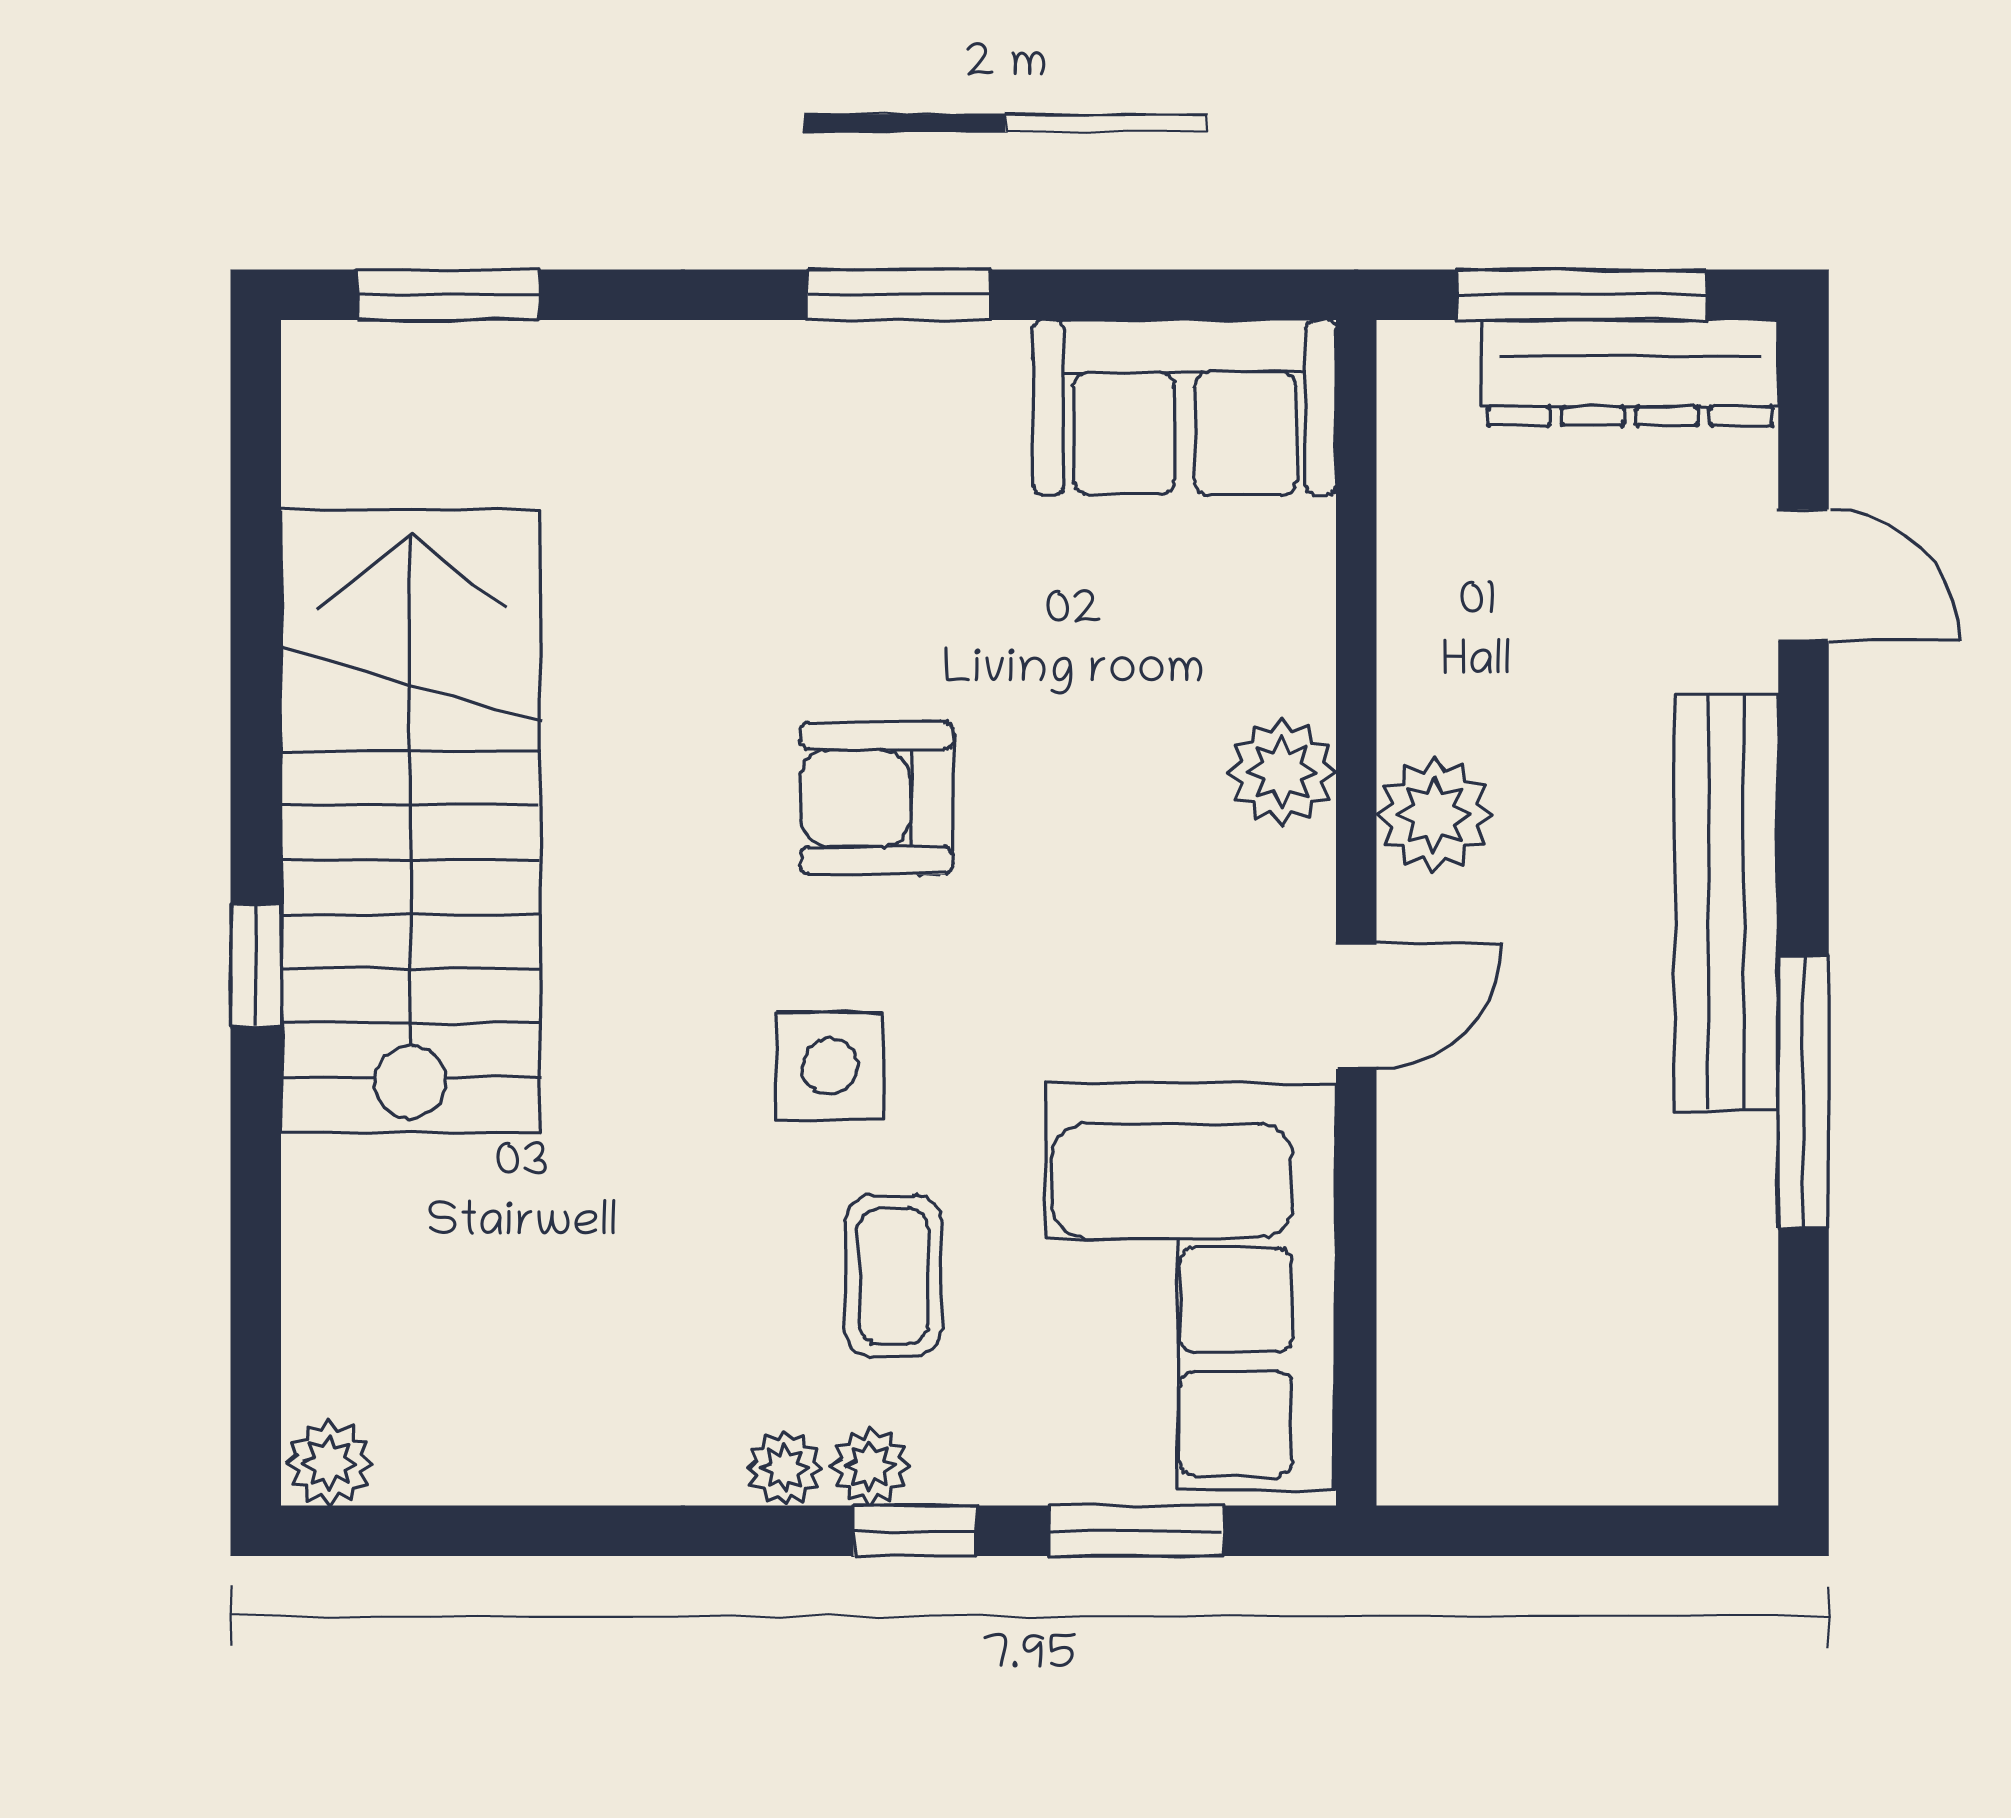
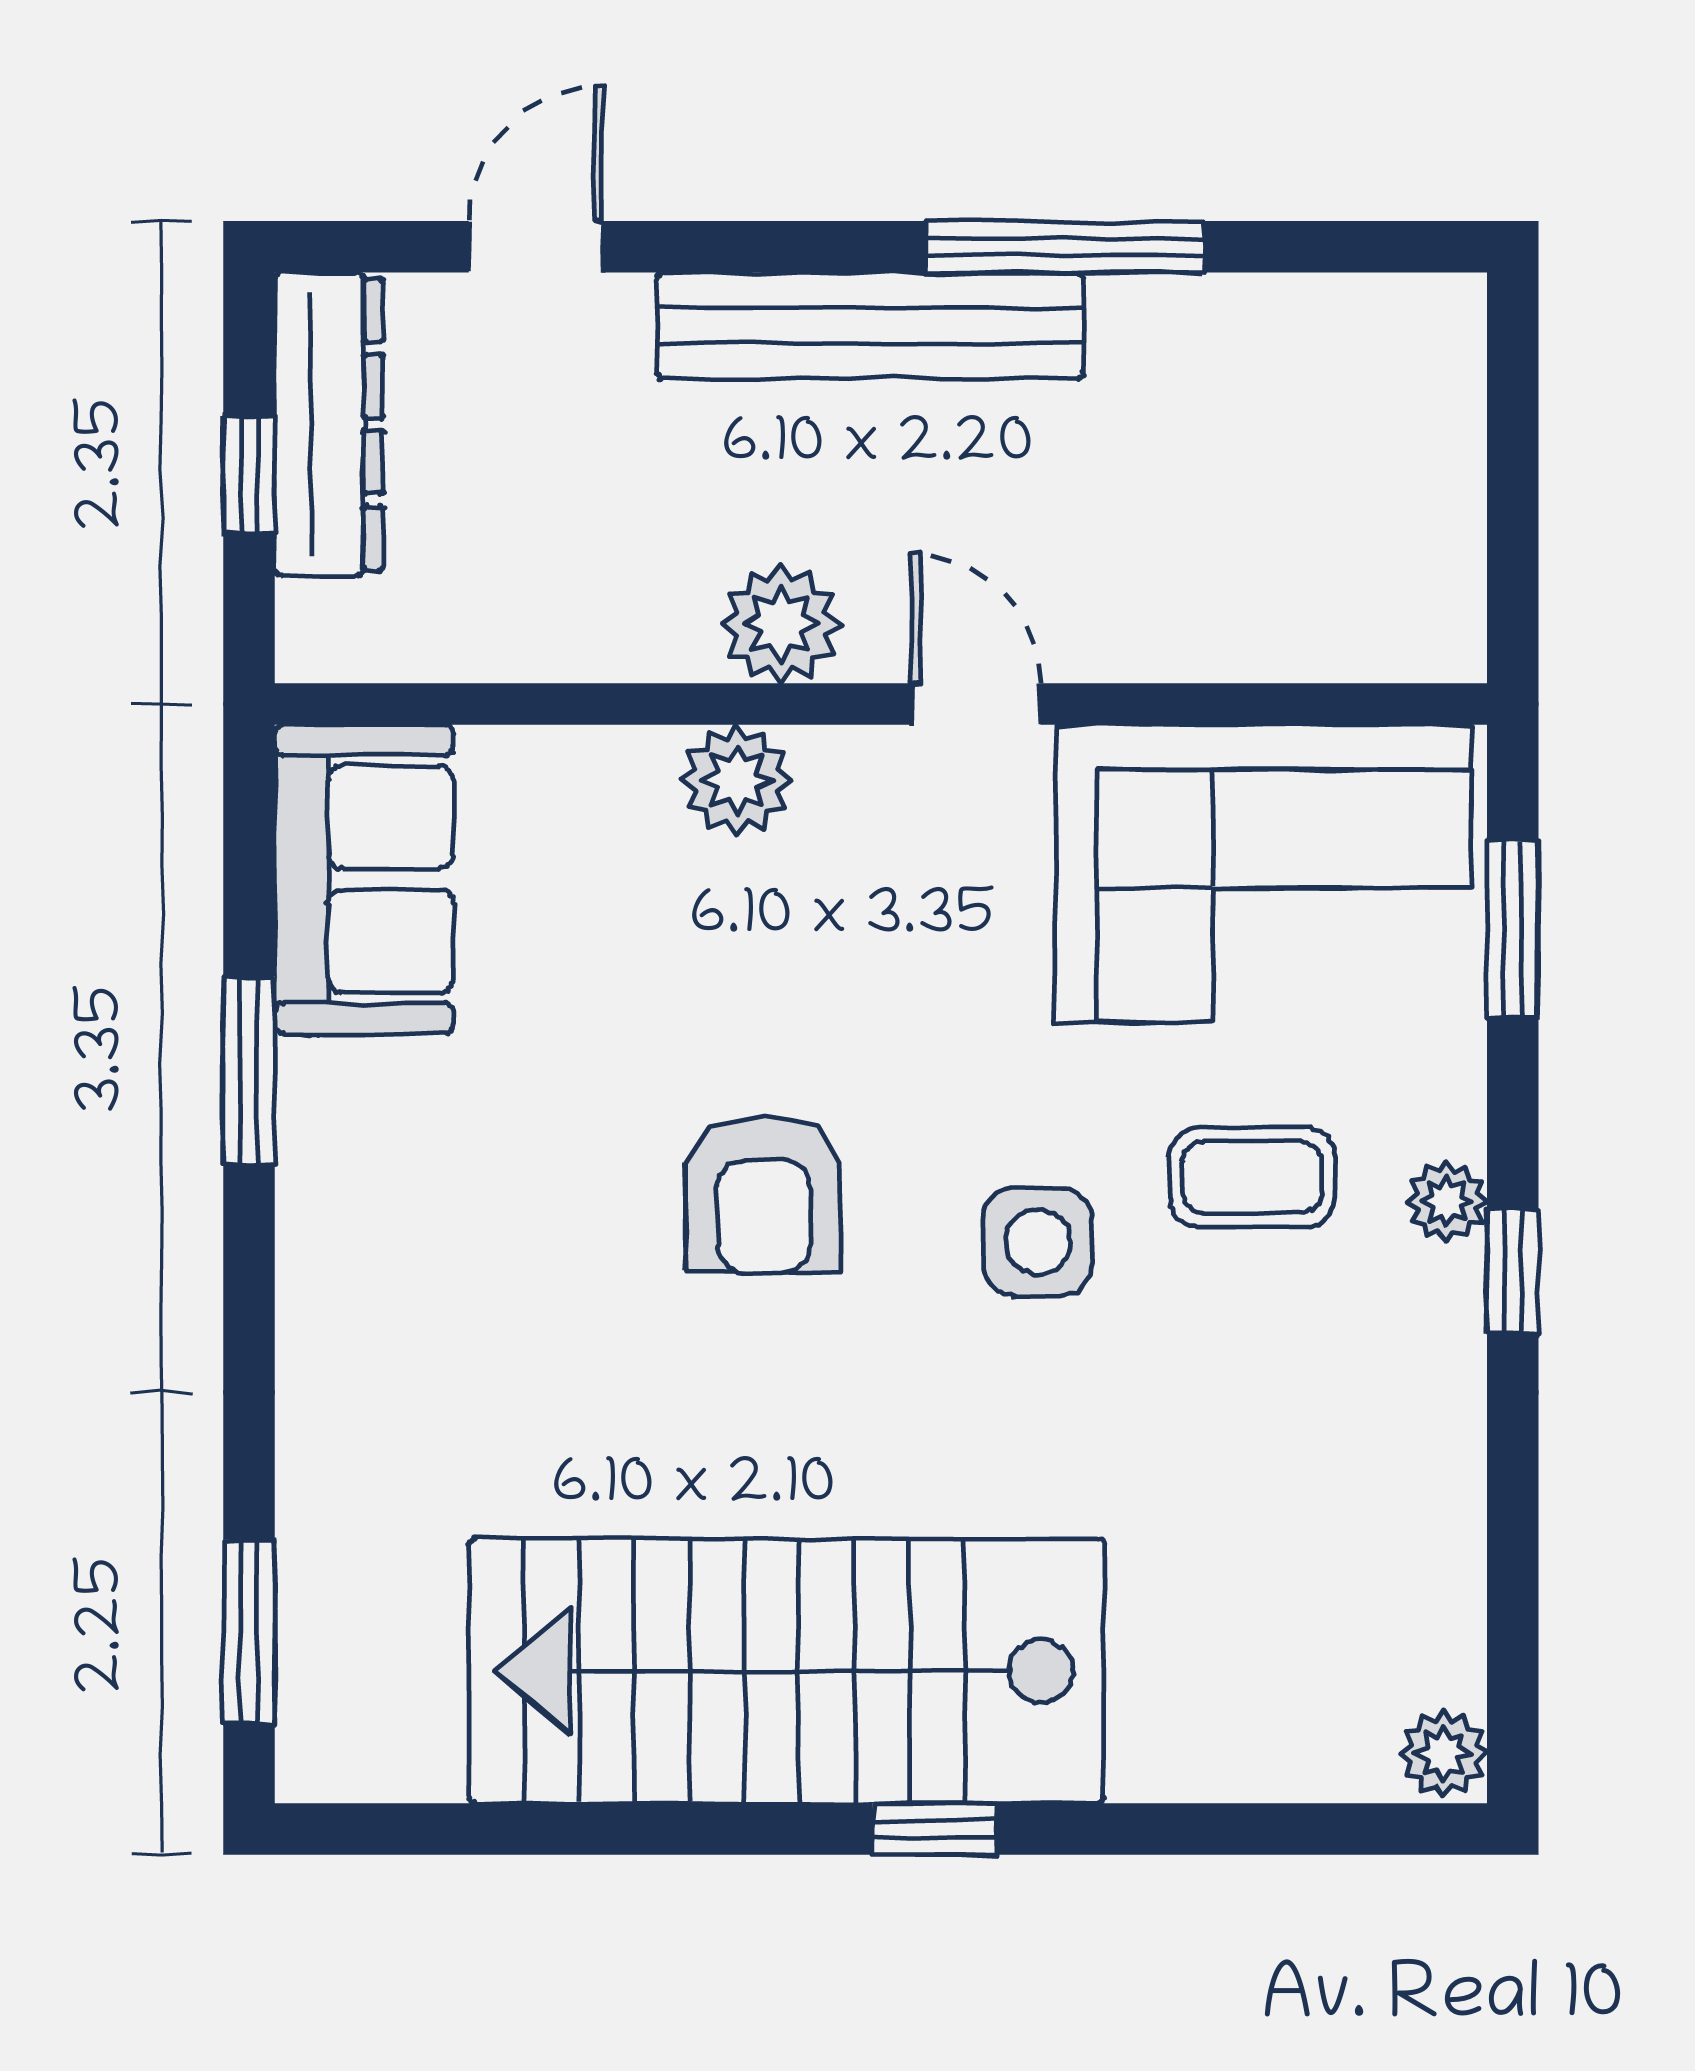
window: (899, 295) -> (249, 1070), moved
window: (1581, 295) -> (249, 474), width x0.46
plant: (785, 1468) -> (1449, 1288), removed
window: (915, 1531) -> (1513, 1272), moved

